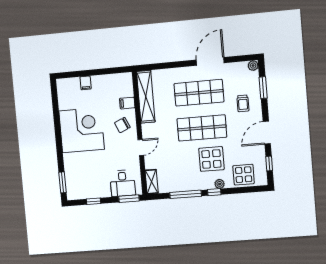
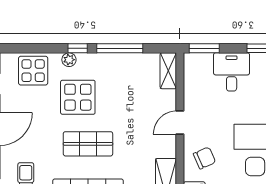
shop shelf: (202, 128) -> (88, 144), width x0.70, depth x0.74
desk: (123, 183) -> (232, 72), moved

